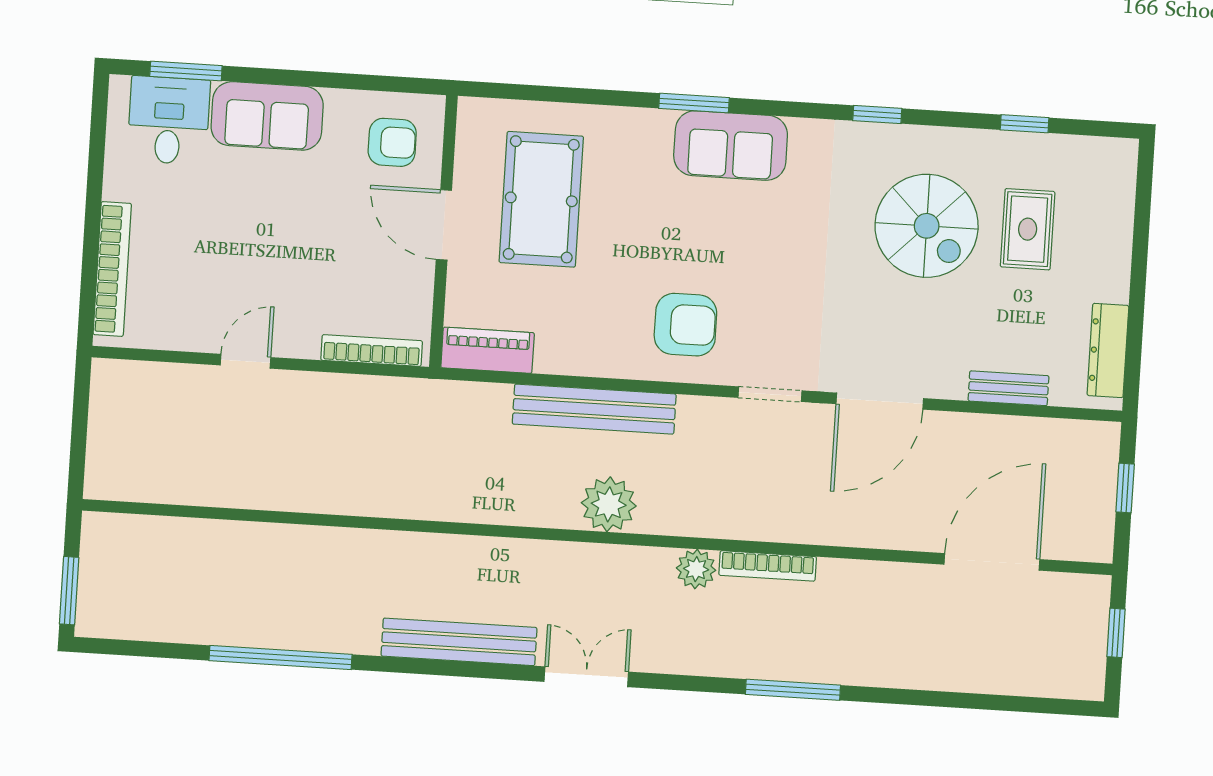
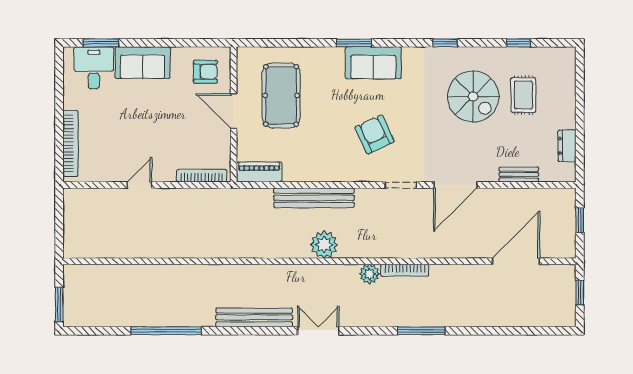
armchair: (685, 325) -> (374, 134), moved, turned -115
dresser: (1108, 350) -> (567, 146), width x0.70

